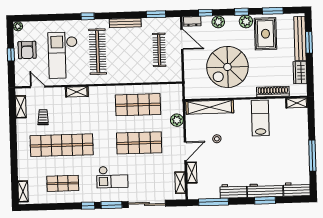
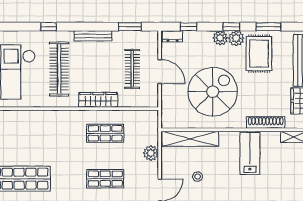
plant: (218, 22) -> (220, 38), moved
door: (182, 39) -> (160, 72), moved
spiral stairs: (227, 67) -> (213, 92), turned 180
wardrobe: (131, 77) -> (98, 100), added
shelving: (77, 92) -> (33, 116), removed
shop shelf: (138, 105) -> (105, 133), width x0.70, depth x0.74
shop shelf: (139, 143) -> (105, 179), width x0.70, depth x0.74

